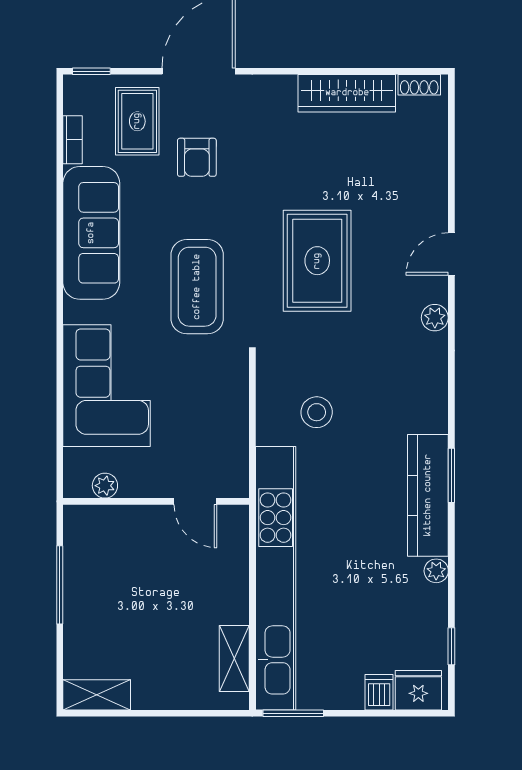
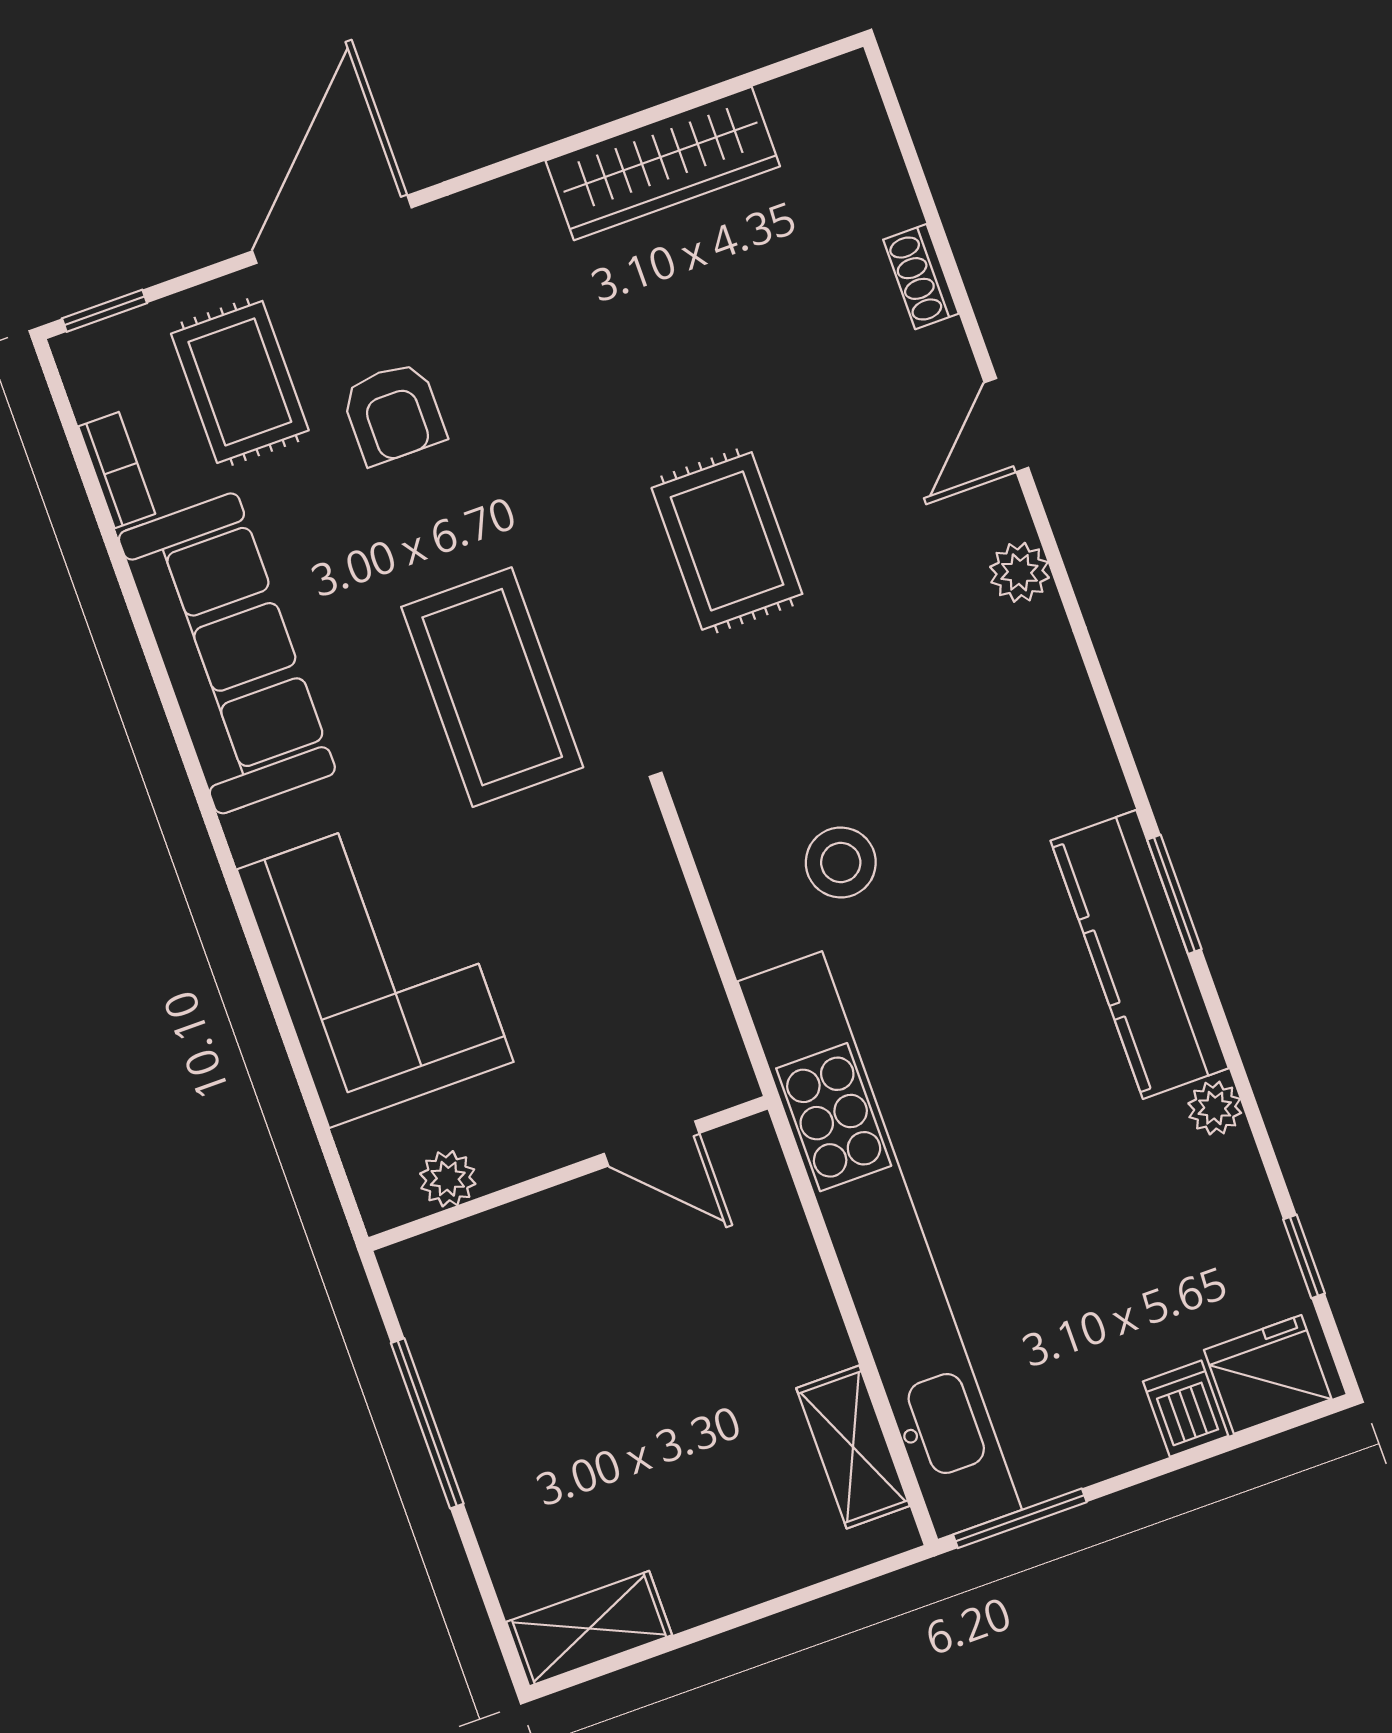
shoe rack: (419, 85) -> (921, 277), moved, turned 90
rug: (317, 261) -> (727, 541), width x0.73, depth x0.70

